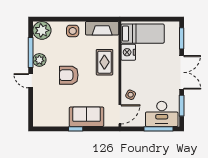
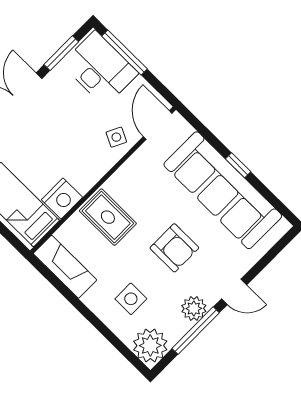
side table: (73, 31) -> (131, 299), moved
rug: (104, 62) -> (108, 217), turned 90
door: (31, 81) -> (234, 292), hinge flipped
door: (120, 114) -> (158, 125), hinge flipped
sofa: (87, 117) -> (223, 190), width x1.85, depth x1.27

